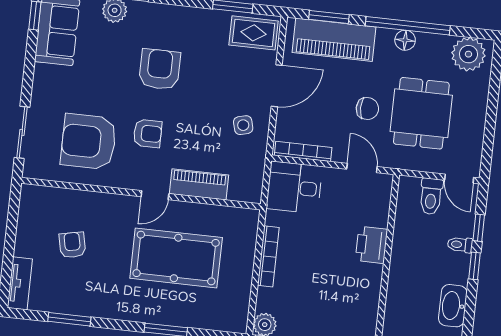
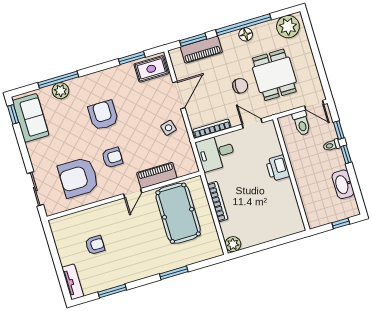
piano: (334, 40) -> (201, 50), width x0.73, depth x0.75
armchair: (72, 245) -> (95, 245), turned 102
pool table: (176, 258) -> (178, 213), moved, turned 90

